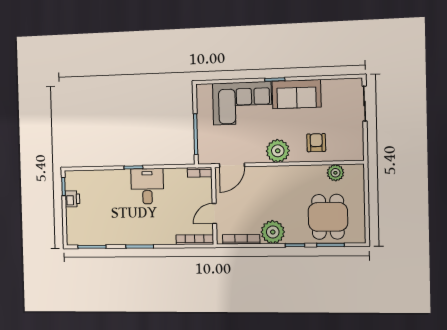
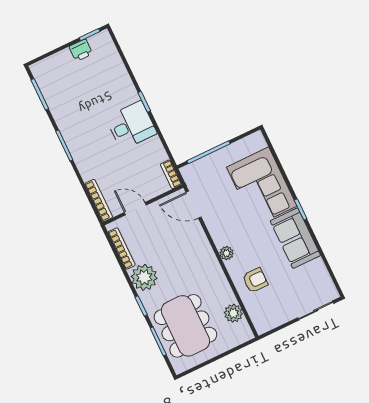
plant: (278, 151) -> (227, 253), width x0.53, depth x0.53
dining table: (328, 217) -> (185, 326), width x1.37

